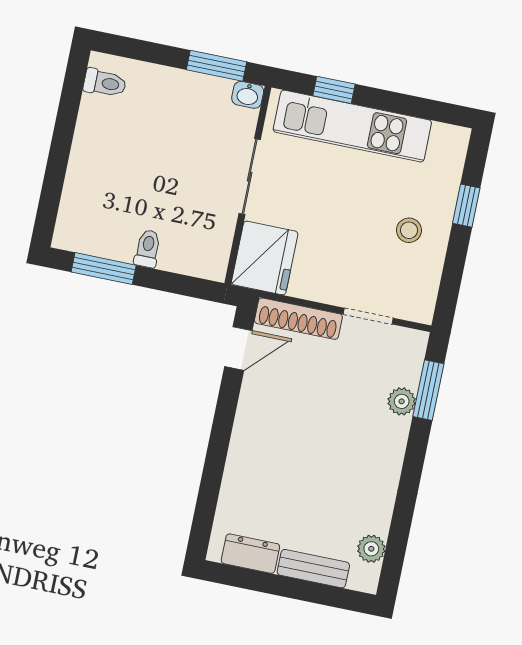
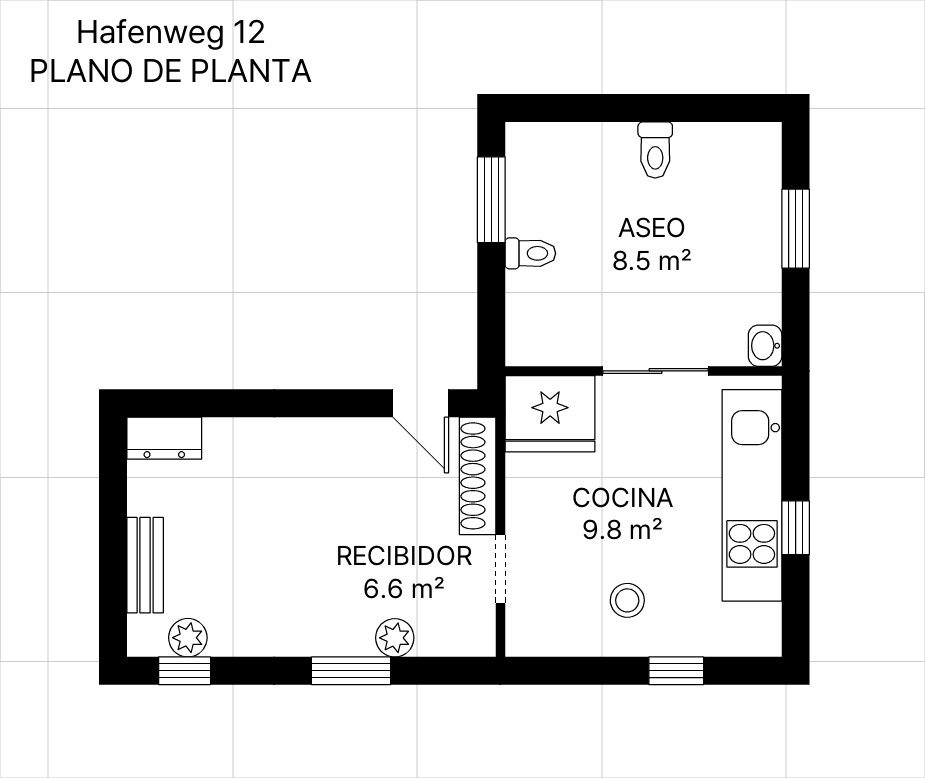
window: (217, 66) -> (796, 229), moved
toilet: (105, 83) -> (655, 150), moved
window: (334, 90) -> (796, 528), moved
window: (428, 390) -> (351, 671), moved
dresser: (250, 554) -> (164, 438), moved, turned 90
window: (394, 556) -> (185, 671), added

